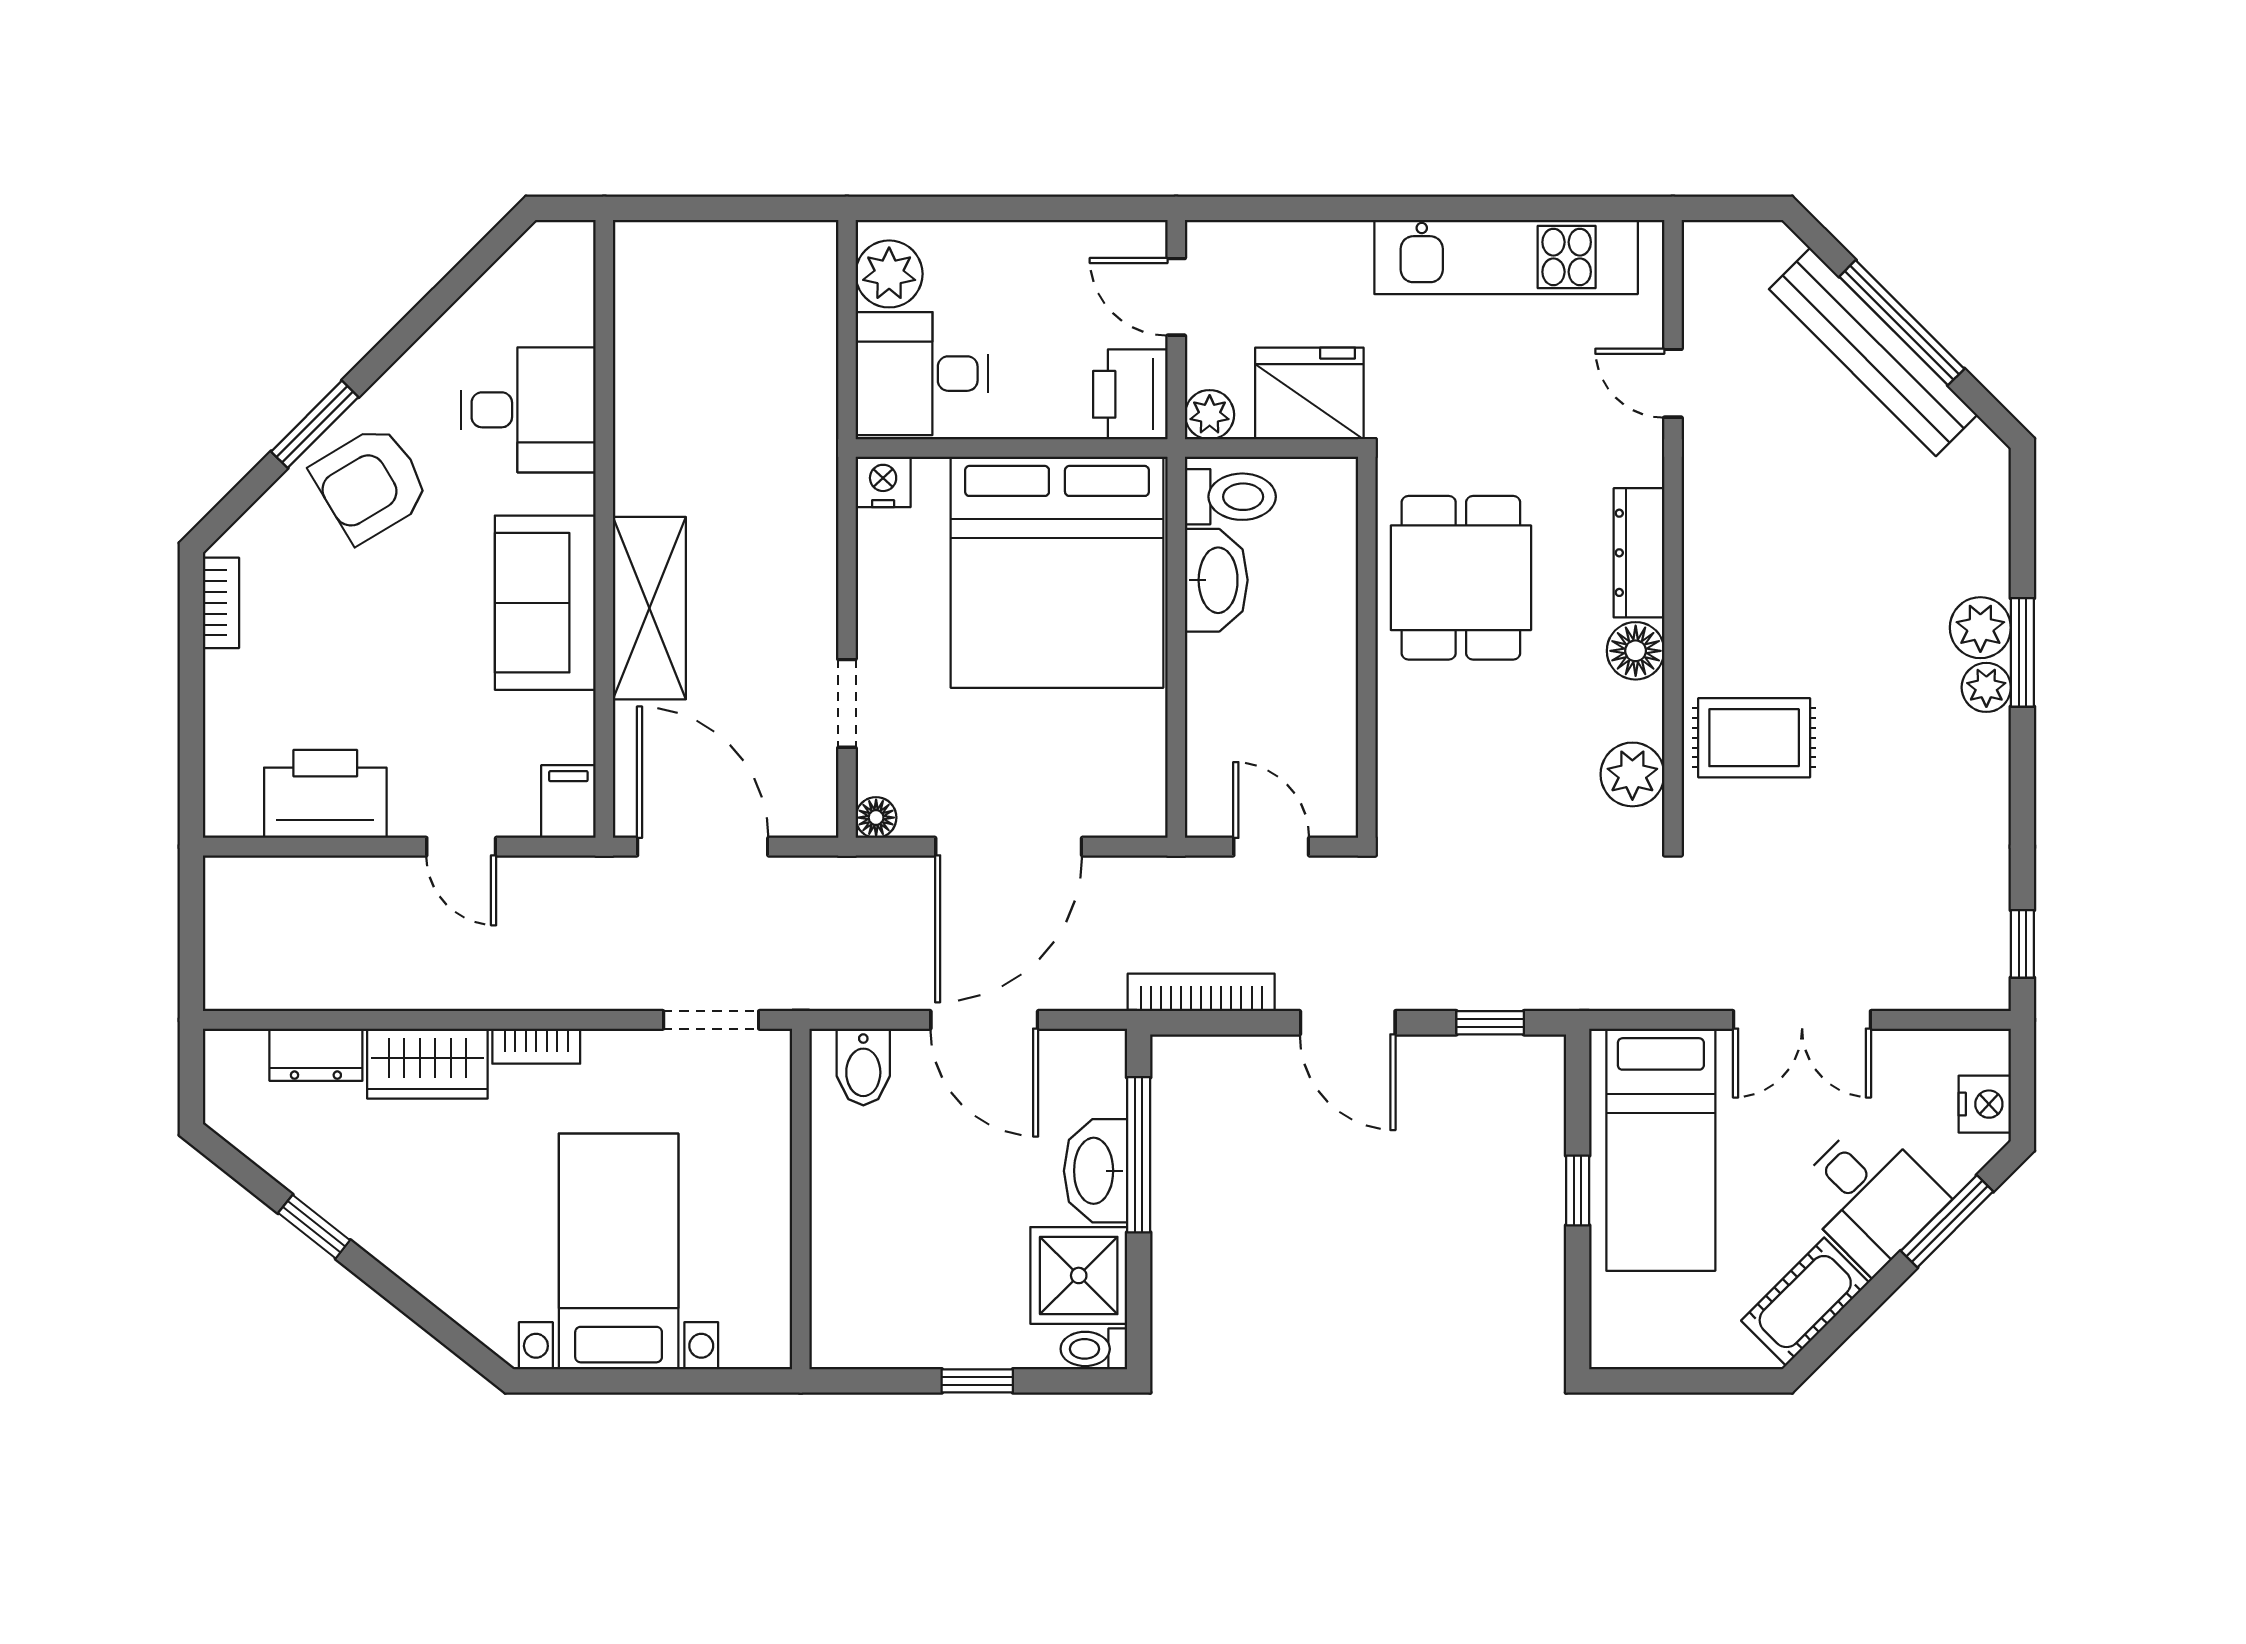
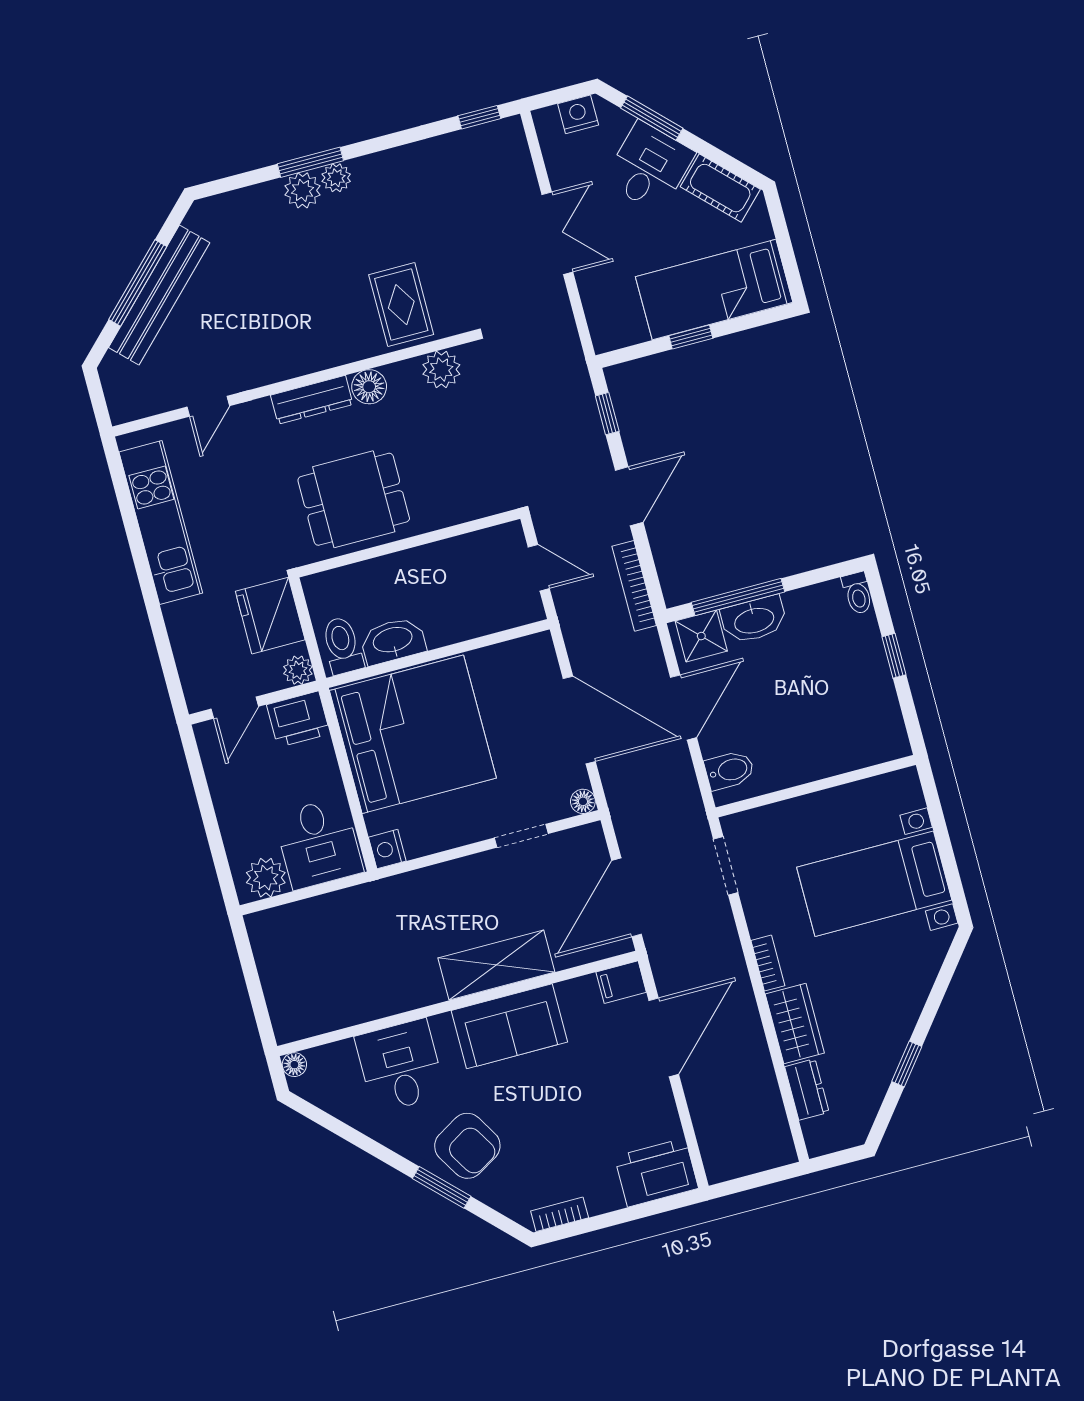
floor lamp: (576, 240) -> (294, 1065), added
printer: (325, 794) -> (656, 1172), moved, turned 90
door: (461, 847) -> (664, 1037), width x1.87
door: (1271, 847) -> (539, 568), swing flipped
bed: (1661, 1150) -> (714, 289), moved, turned 180
shower: (1079, 1275) -> (701, 636), moved, width x0.73, depth x0.73

